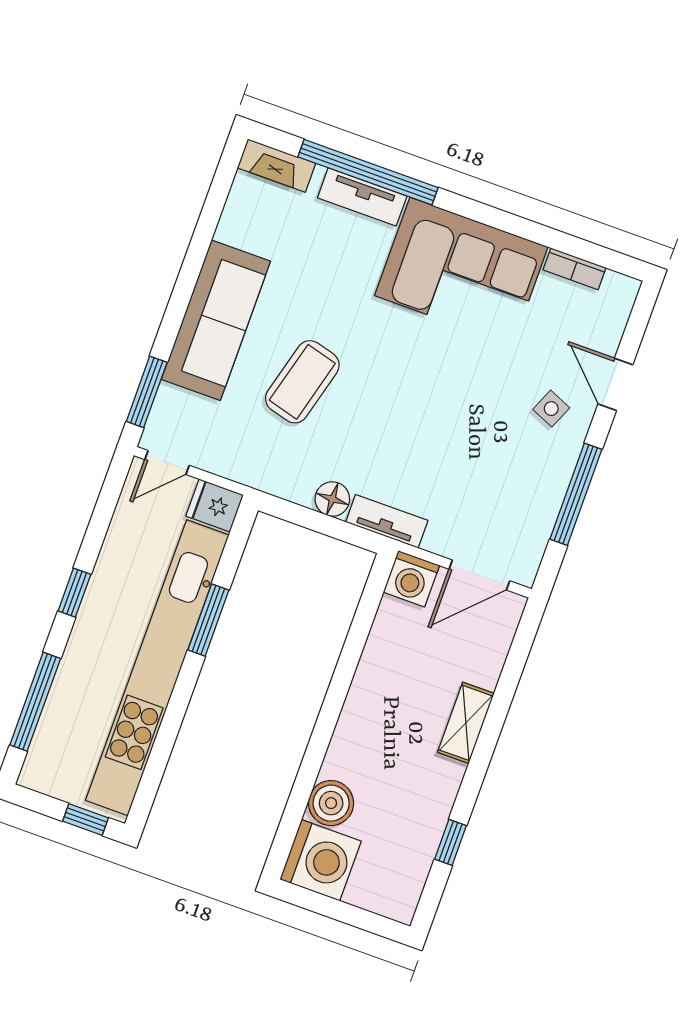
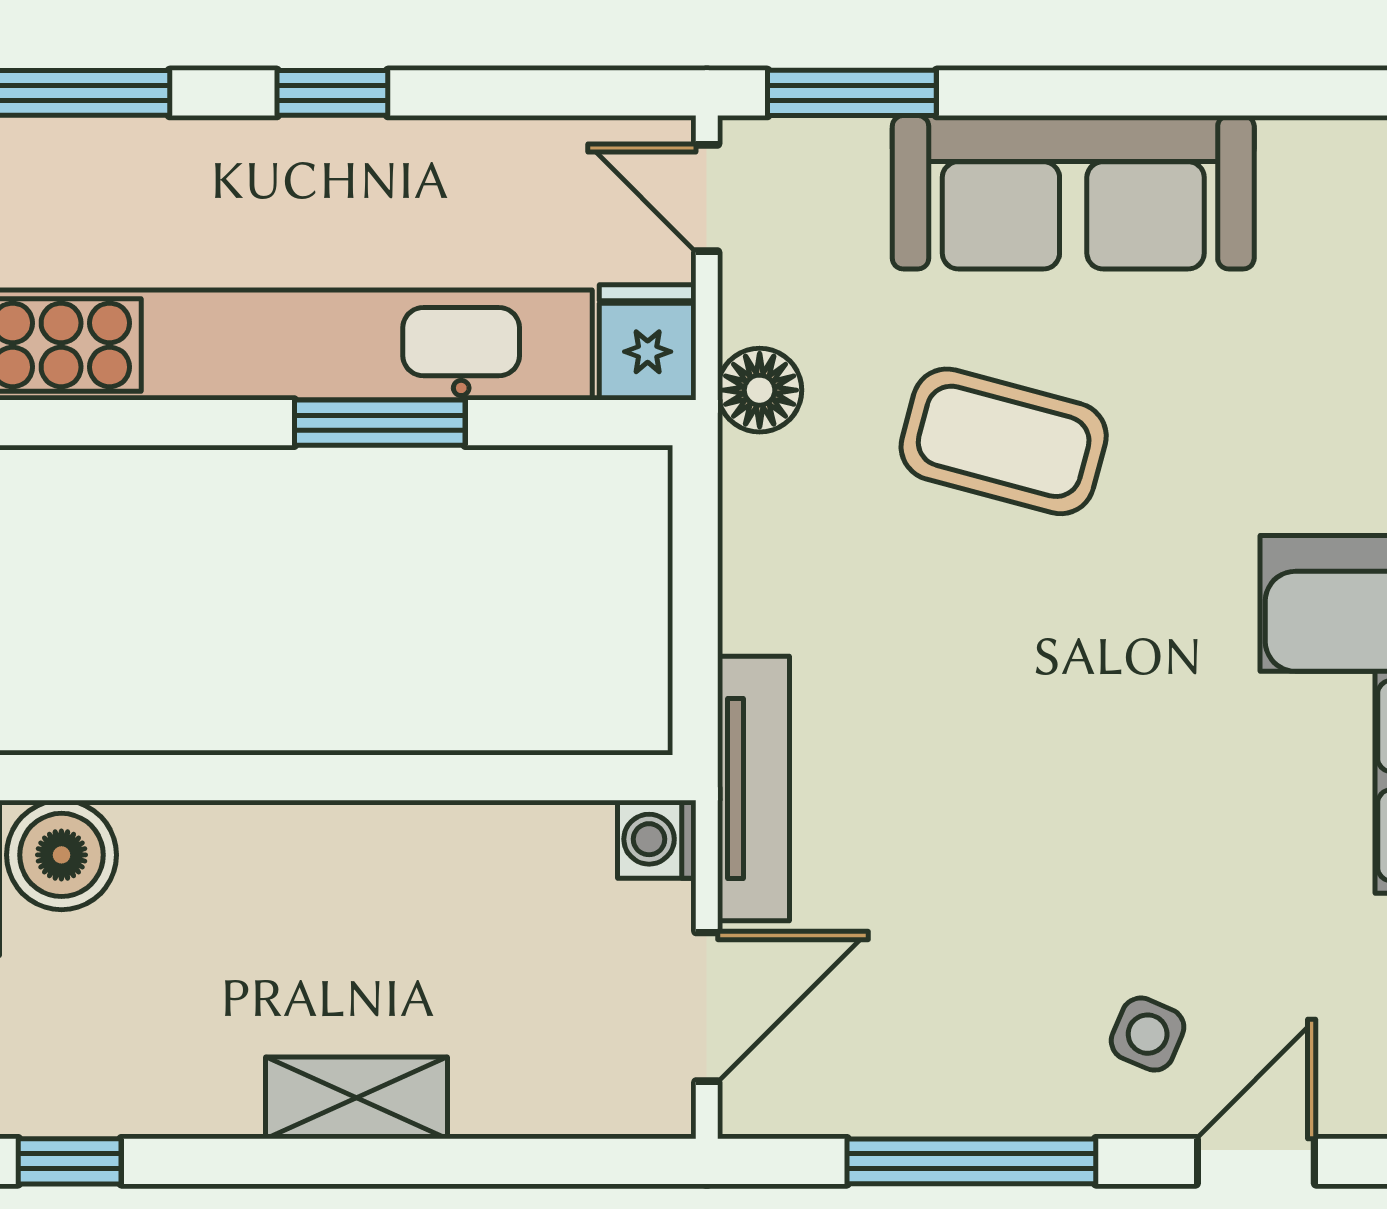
floor lamp: (332, 499) -> (760, 390), moved
tv unit: (387, 521) -> (753, 789), width x1.41
door: (479, 575) -> (707, 1007), swing flipped
washing machine: (411, 579) -> (657, 839), width x0.73, depth x0.73

